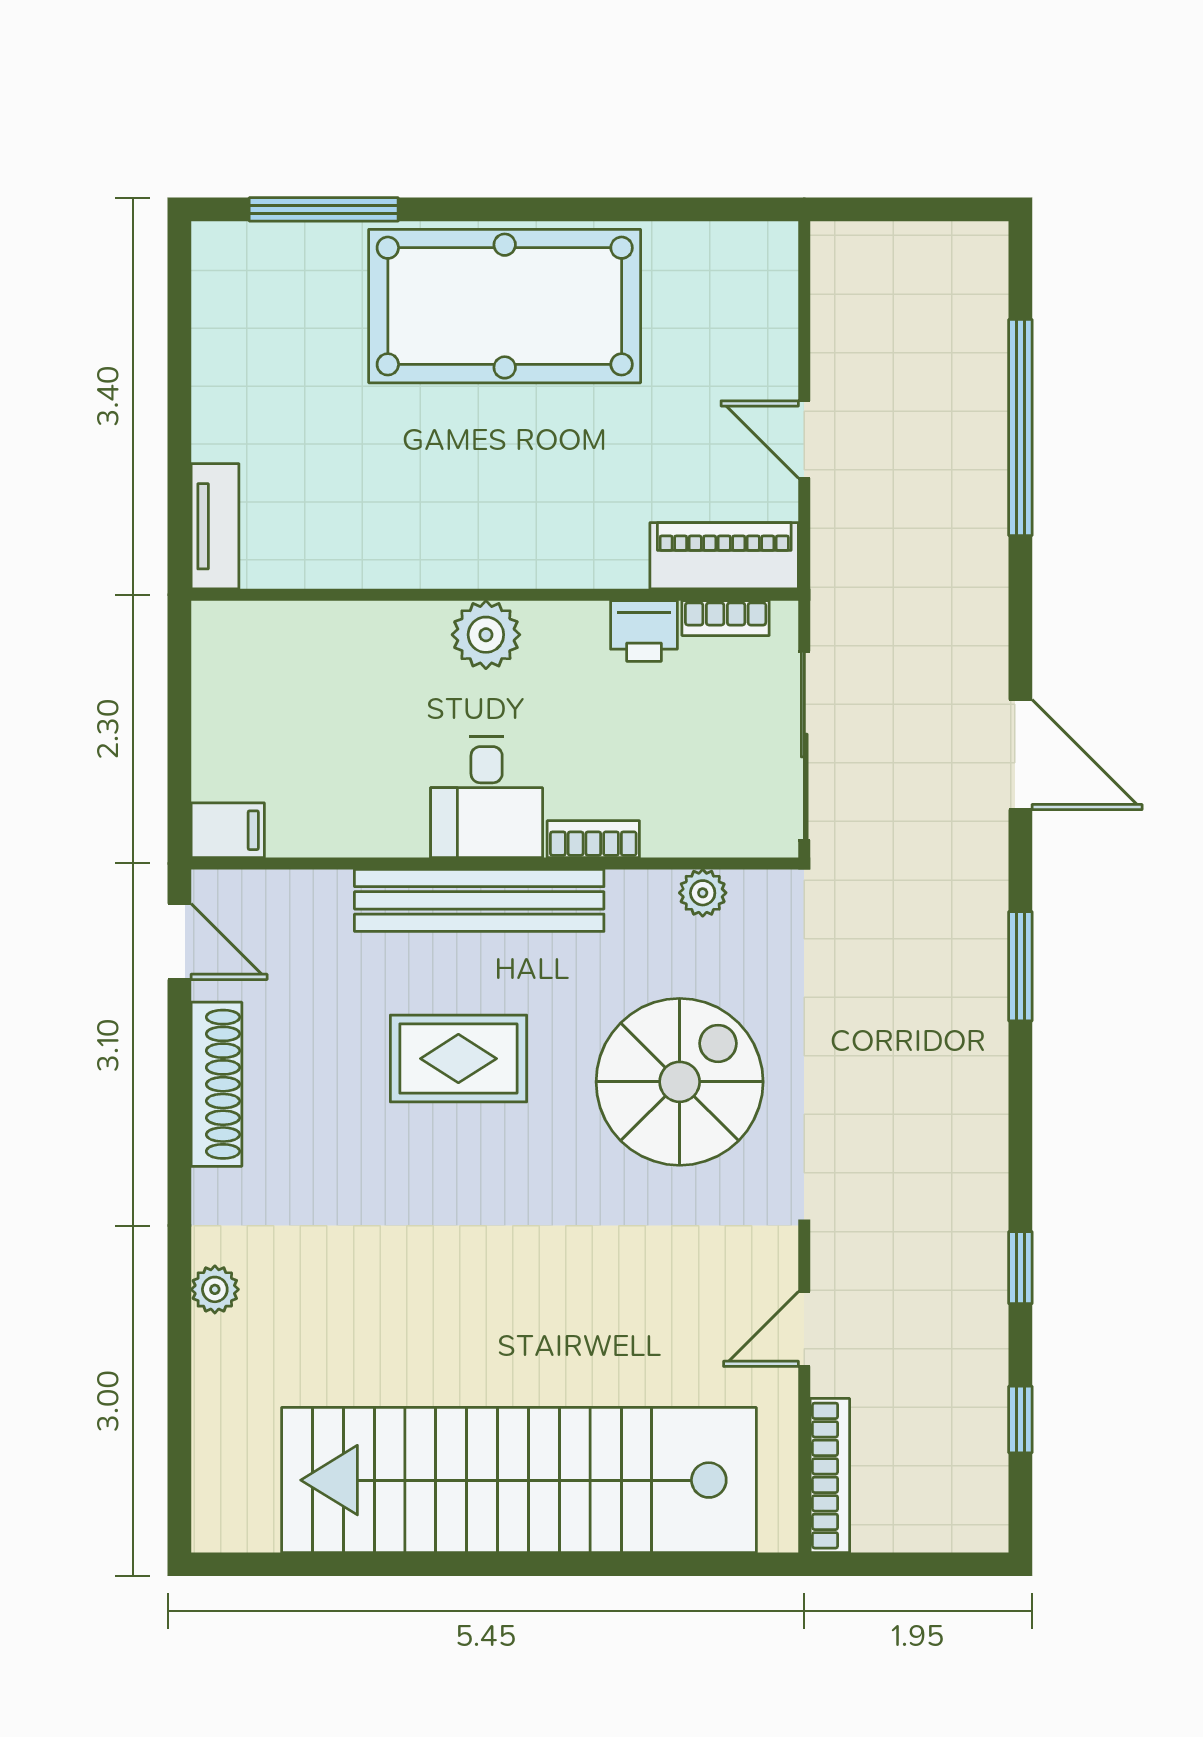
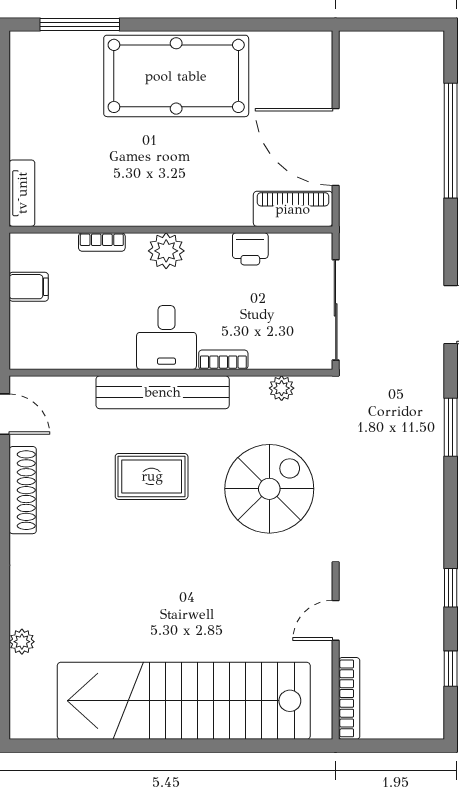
door: (804, 440) -> (336, 147), width x1.88
bookcase: (726, 618) -> (102, 242), moved
filing cabinet: (228, 830) -> (29, 287), moved
plant: (215, 1289) -> (22, 642), moved

